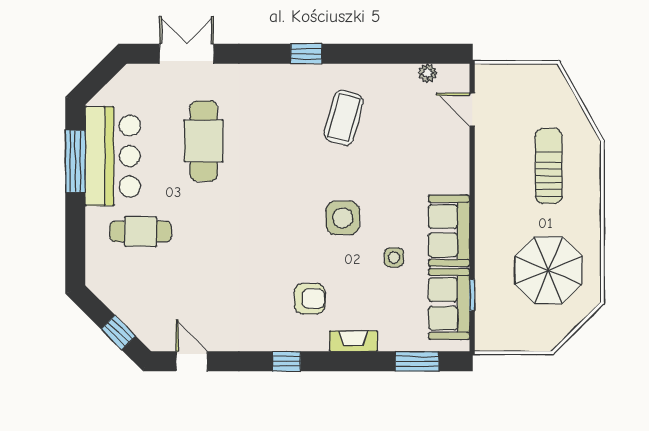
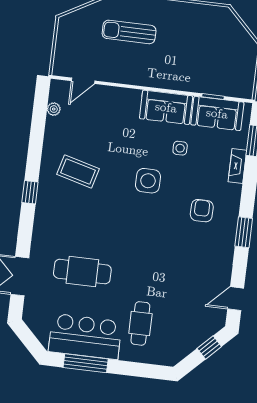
parasol: (548, 270) -> (202, 41), removed
fireplace: (353, 341) -> (237, 166), moved
window: (286, 361) -> (244, 232), width x1.50

